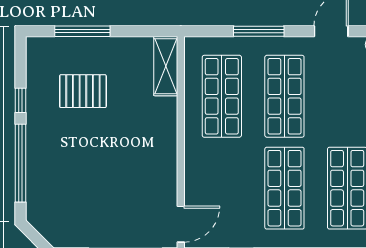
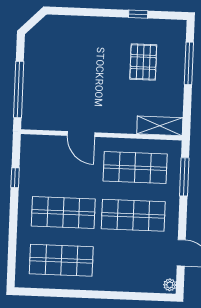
window: (259, 31) -> (184, 177), moved
window: (21, 163) -> (90, 12), removed
door: (181, 224) -> (81, 134), moved

